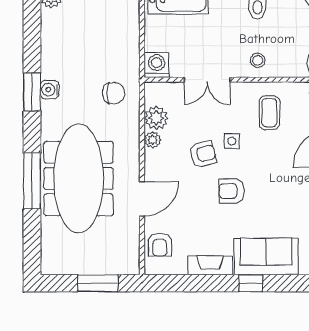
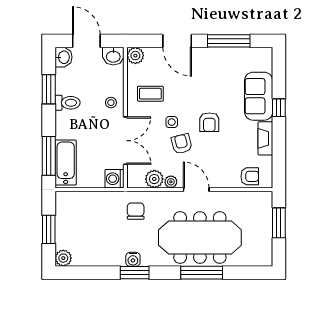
double door: (207, 80) -> (125, 141), width x1.37
door: (142, 199) -> (196, 190), moved

